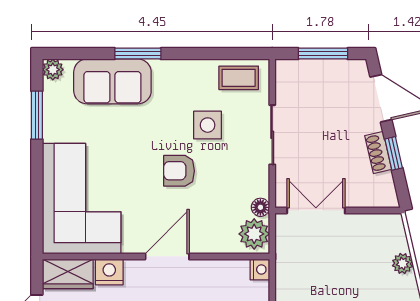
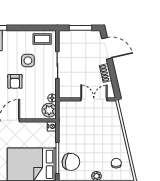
window: (394, 153) -> (113, 73), removed
armchair: (179, 171) -> (15, 81), turned -90
double door: (316, 210) -> (94, 99), moved
plant: (403, 263) -> (117, 124), removed

